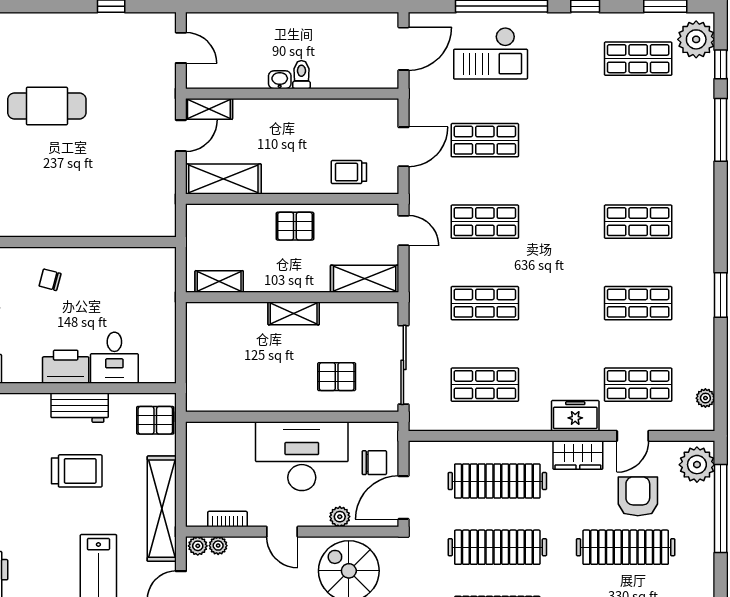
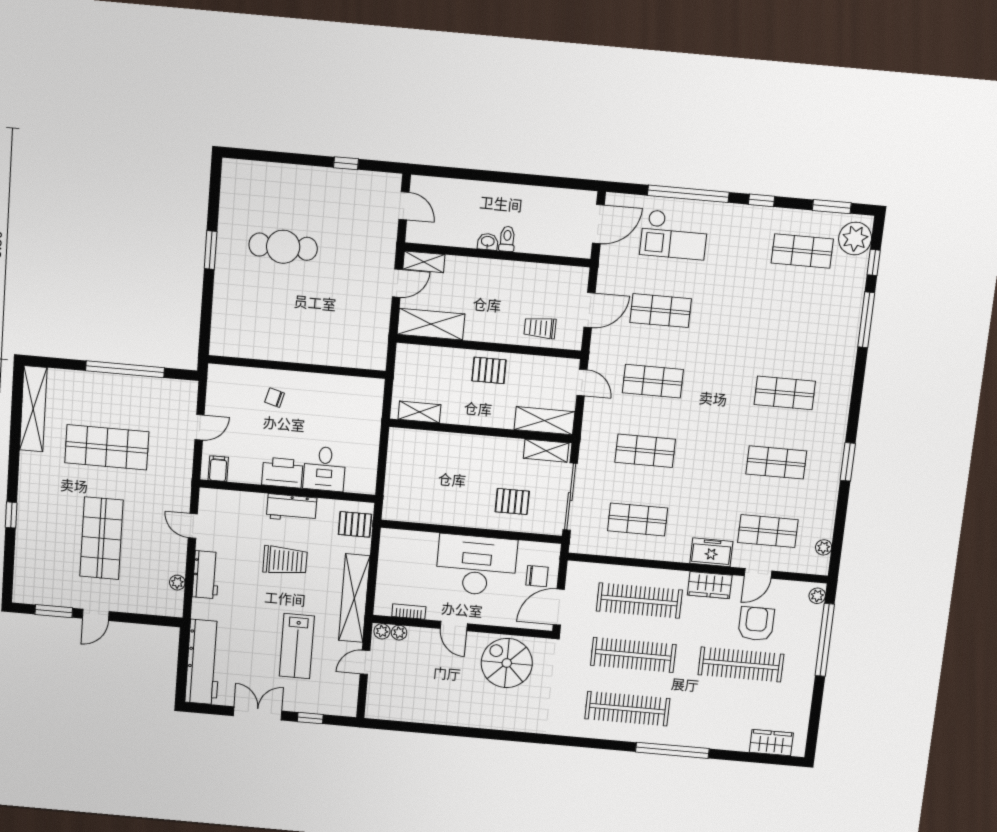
shelving: (294, 313) -> (546, 451), moved
plant: (697, 465) -> (817, 596), width x0.53, depth x0.53
plant: (340, 517) -> (503, 618), removed

